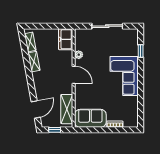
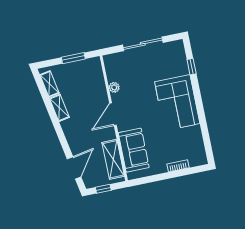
window: (52, 26) -> (73, 58), added
freezer: (66, 39) -> (94, 71), removed
door: (74, 75) -> (113, 114), swing flipped
sofa: (90, 118) -> (134, 150), moved, turned 90

